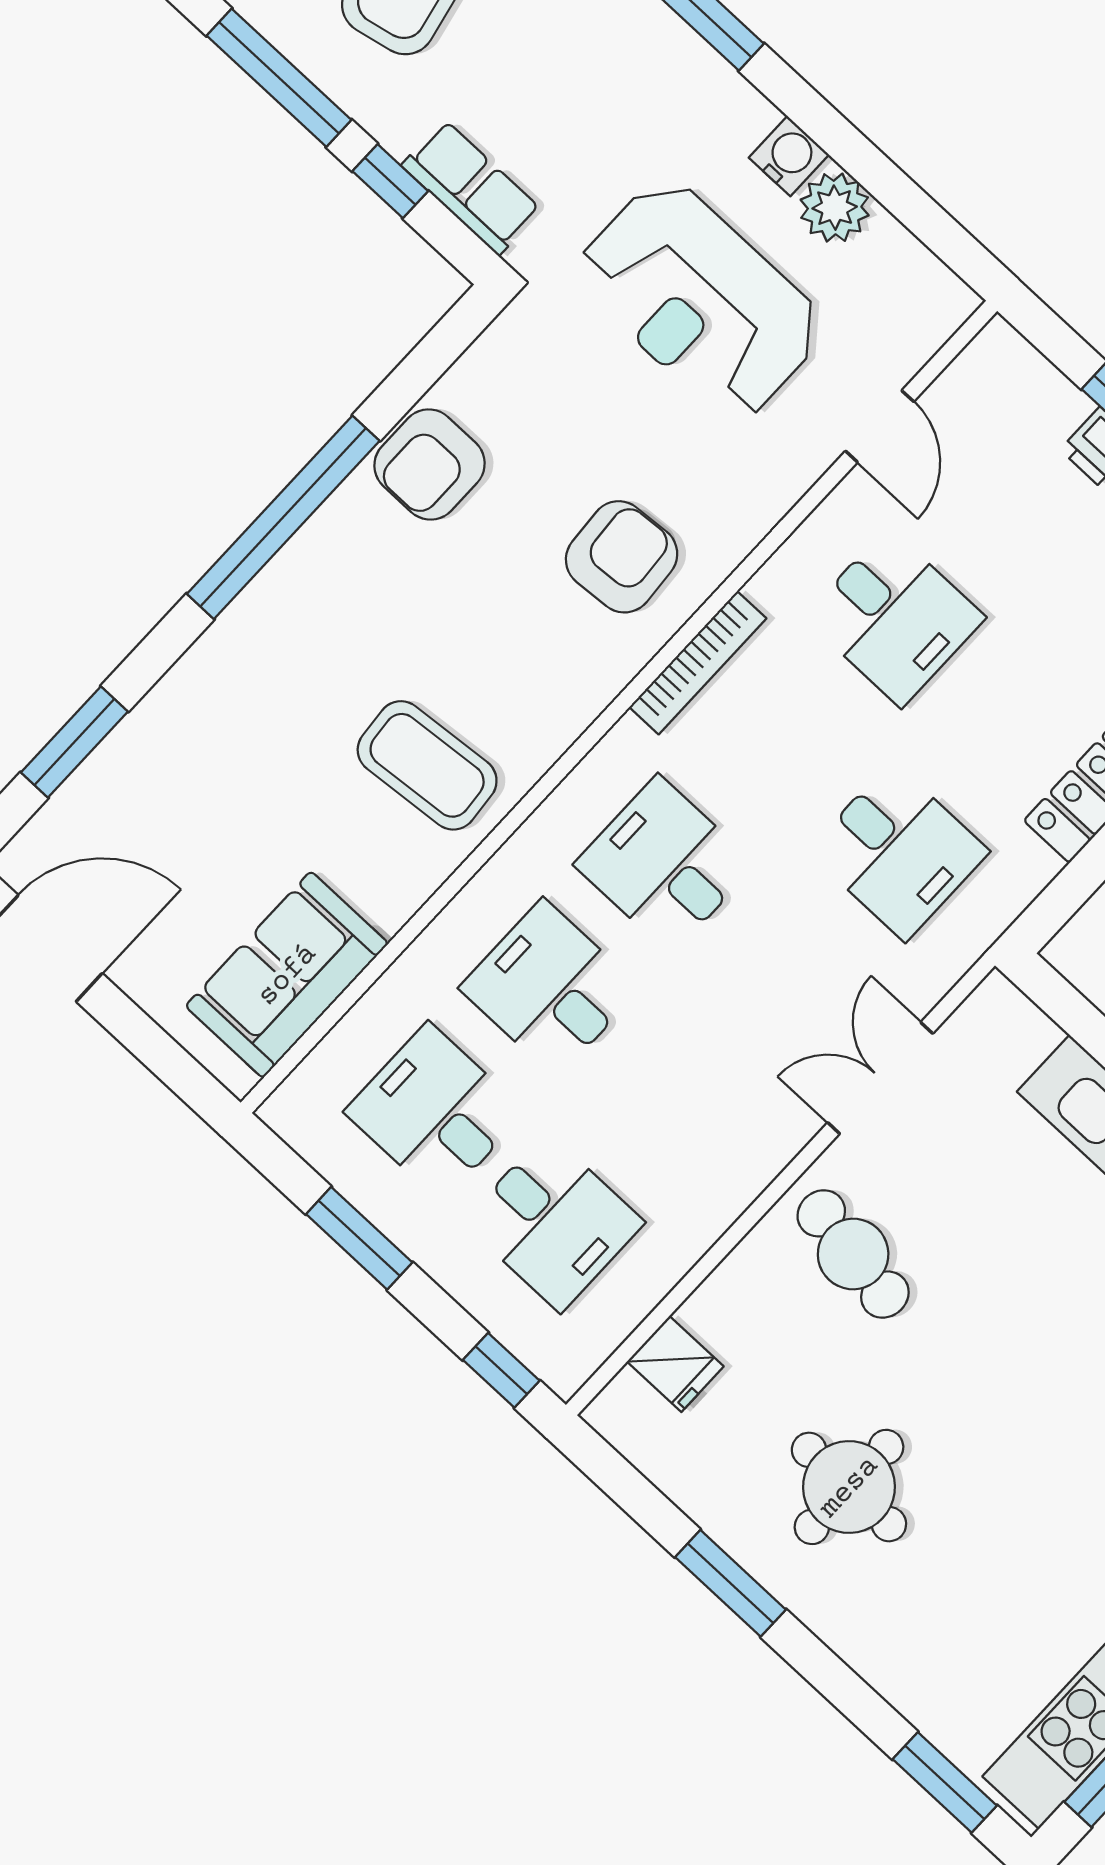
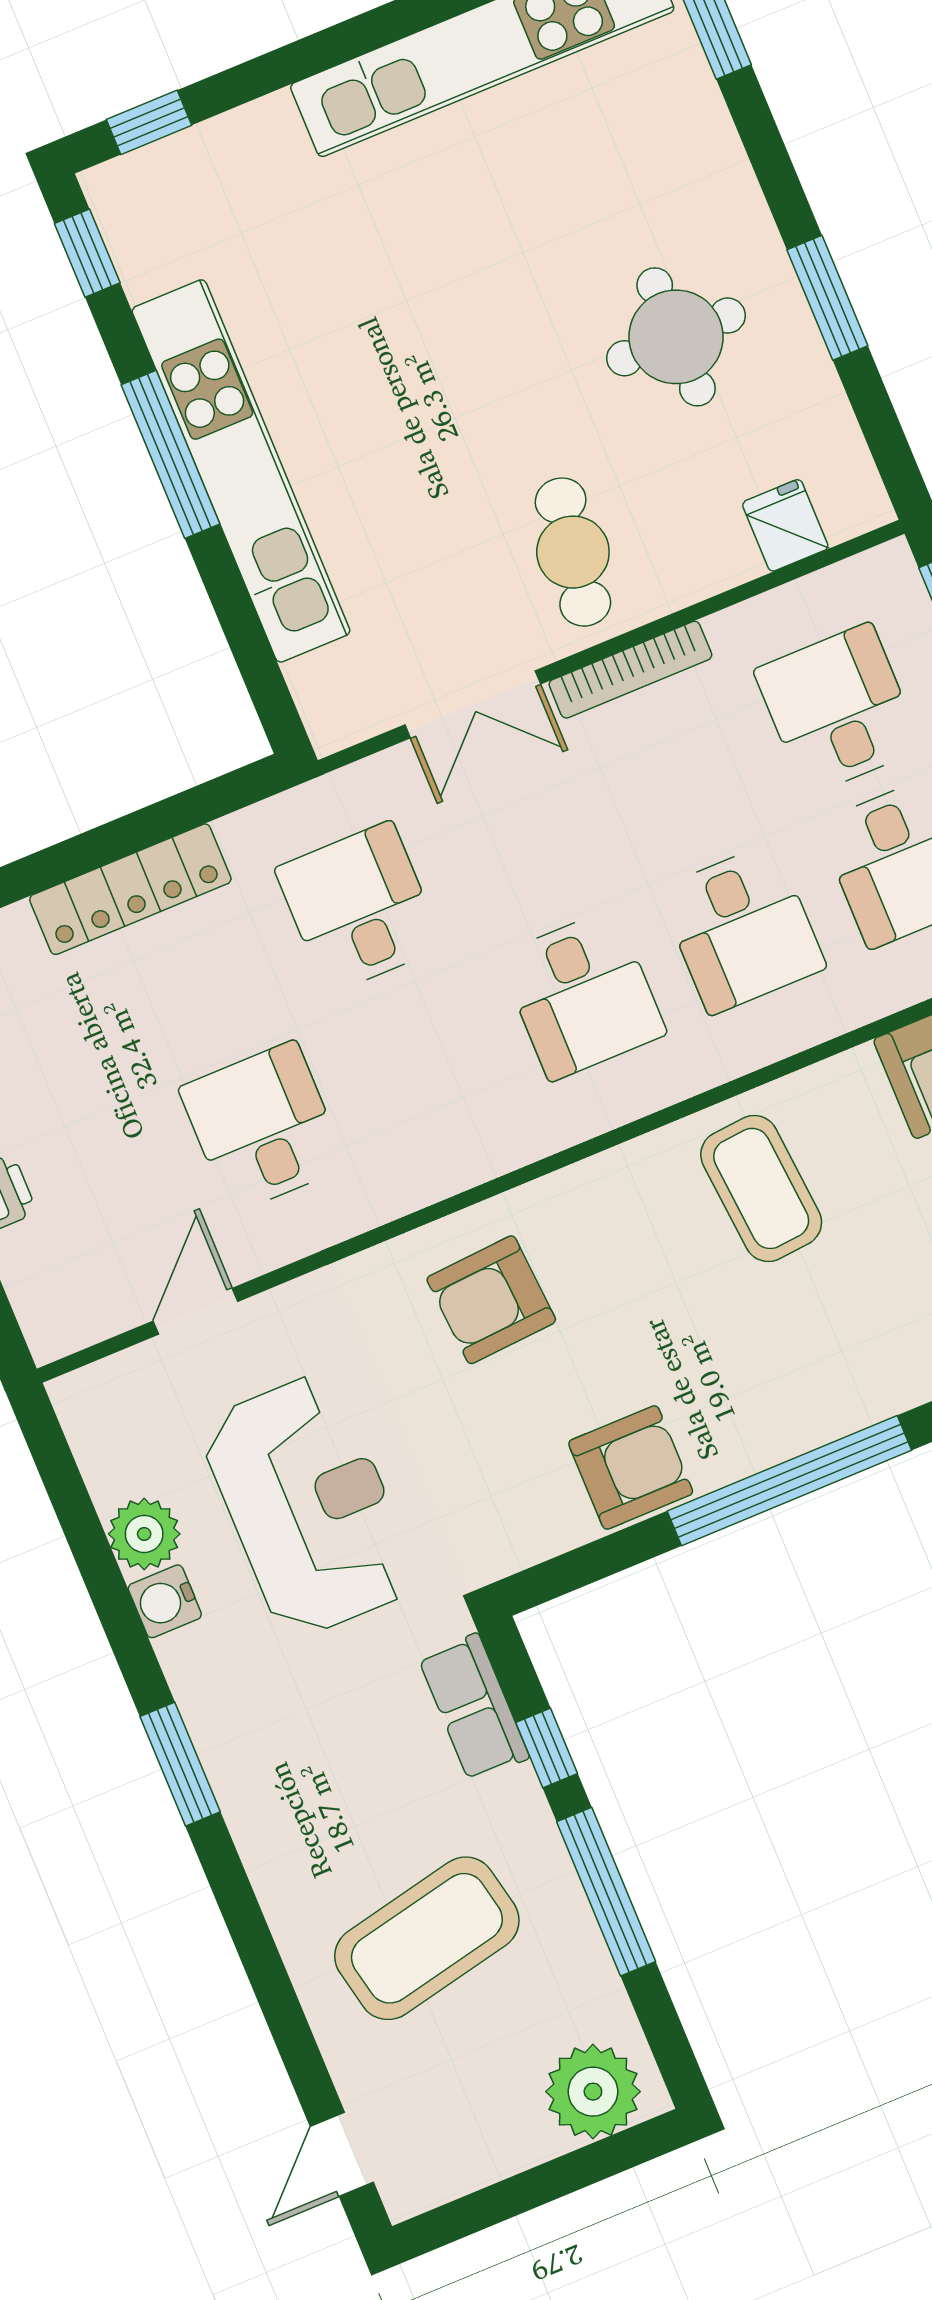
bookcase: (698, 663) -> (630, 670), moved, turned 180

